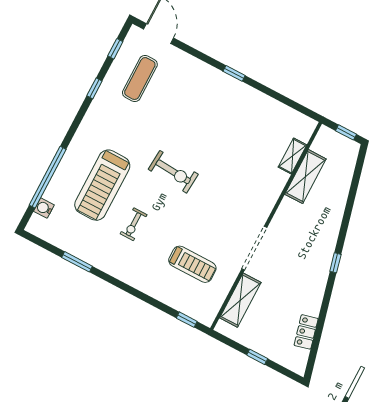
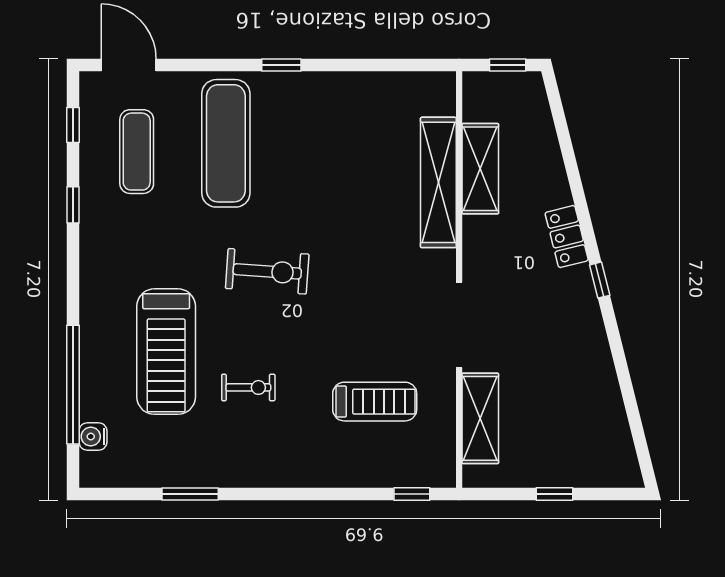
exercise mat: (186, 98) -> (226, 143), added
shelving: (293, 156) -> (438, 182), width x2.20, depth x1.33
exercise bike: (134, 224) -> (248, 387), turned -90
locker: (306, 332) -> (567, 237), moved

